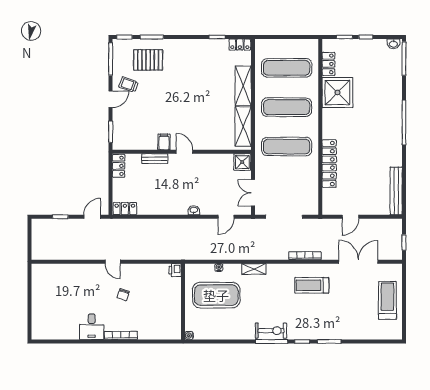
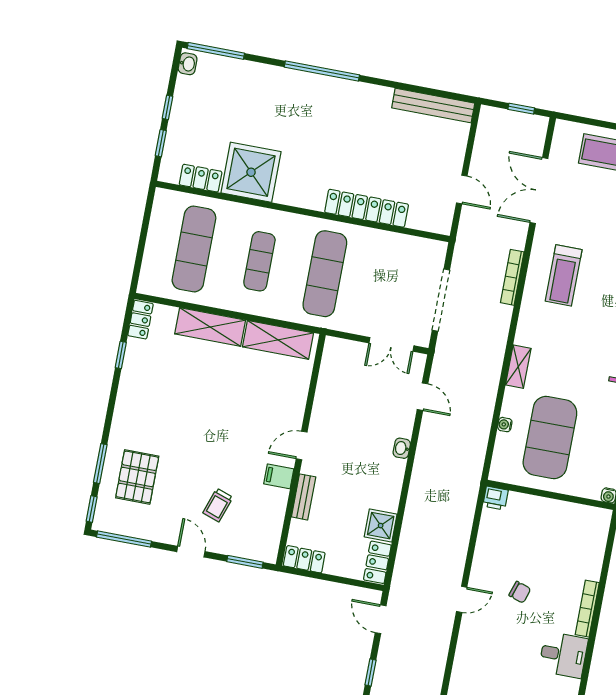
trolley: (129, 84) -> (218, 505), moved
exercise mat: (287, 107) -> (259, 261), width x0.73, depth x0.69
shower: (242, 162) -> (381, 526), moved

